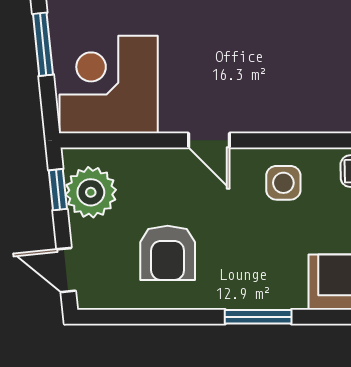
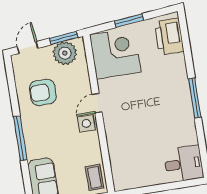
side table: (283, 183) -> (86, 123), moved
window: (58, 190) -> (64, 38), width x1.50
window: (258, 317) -> (20, 138), width x1.44

